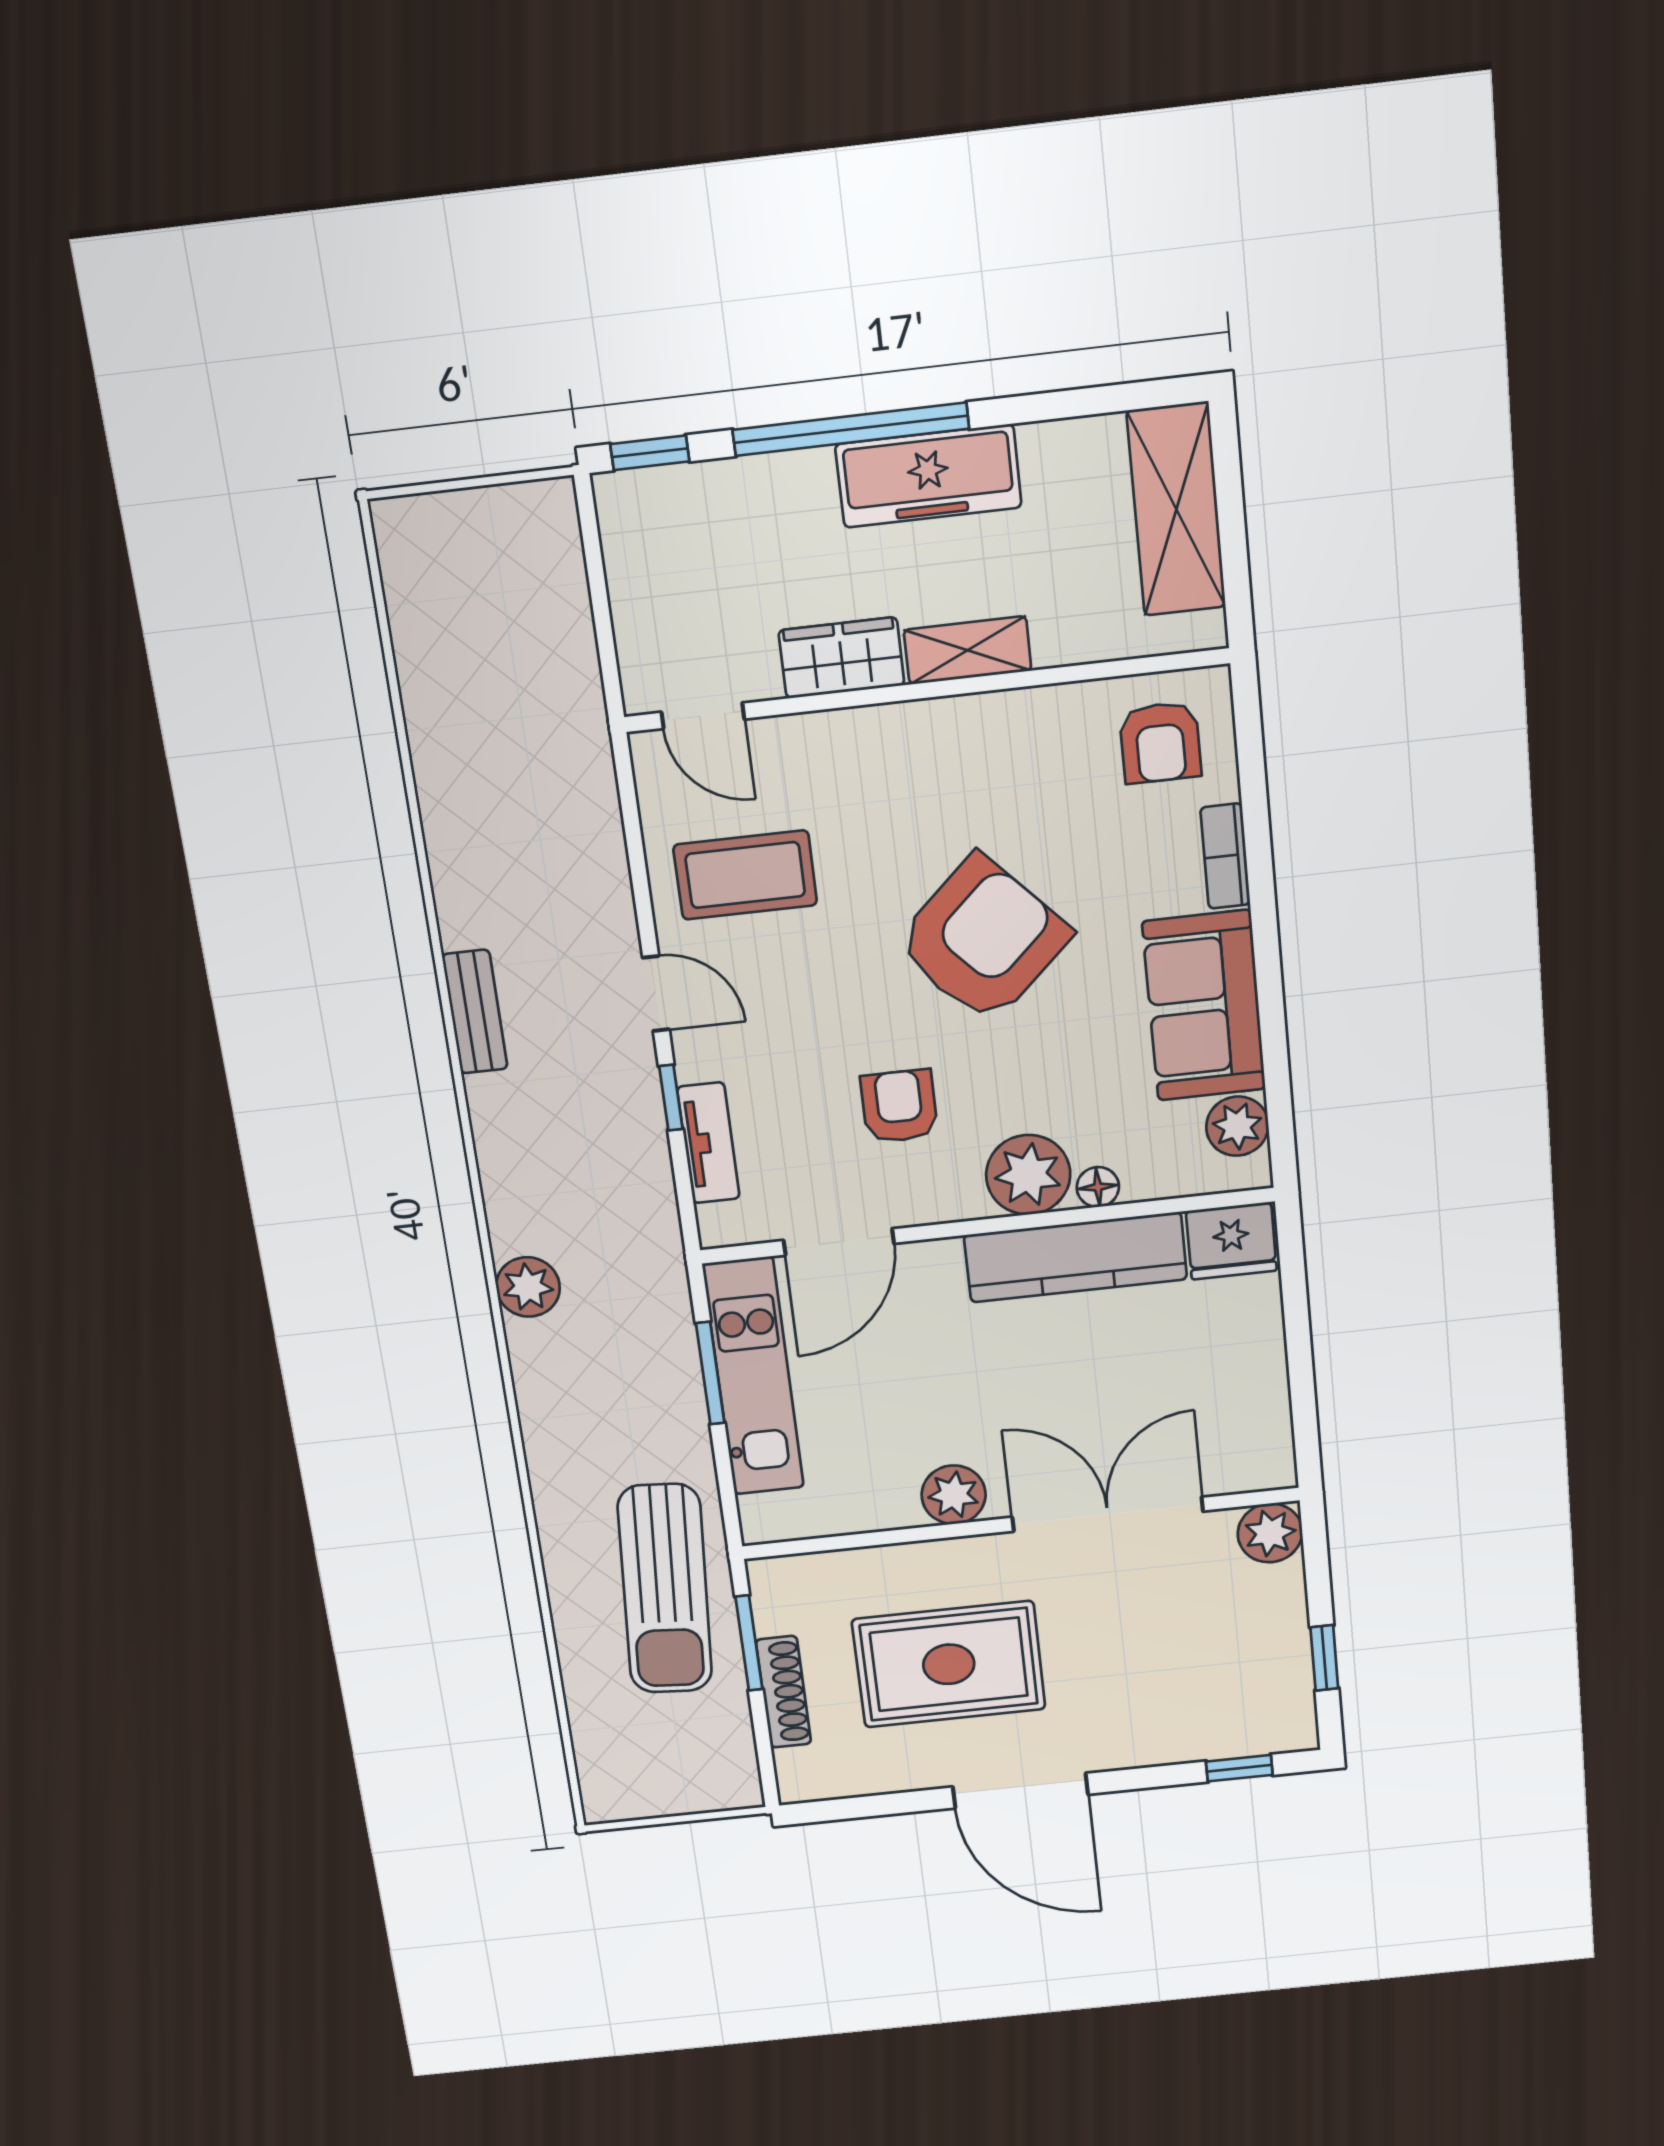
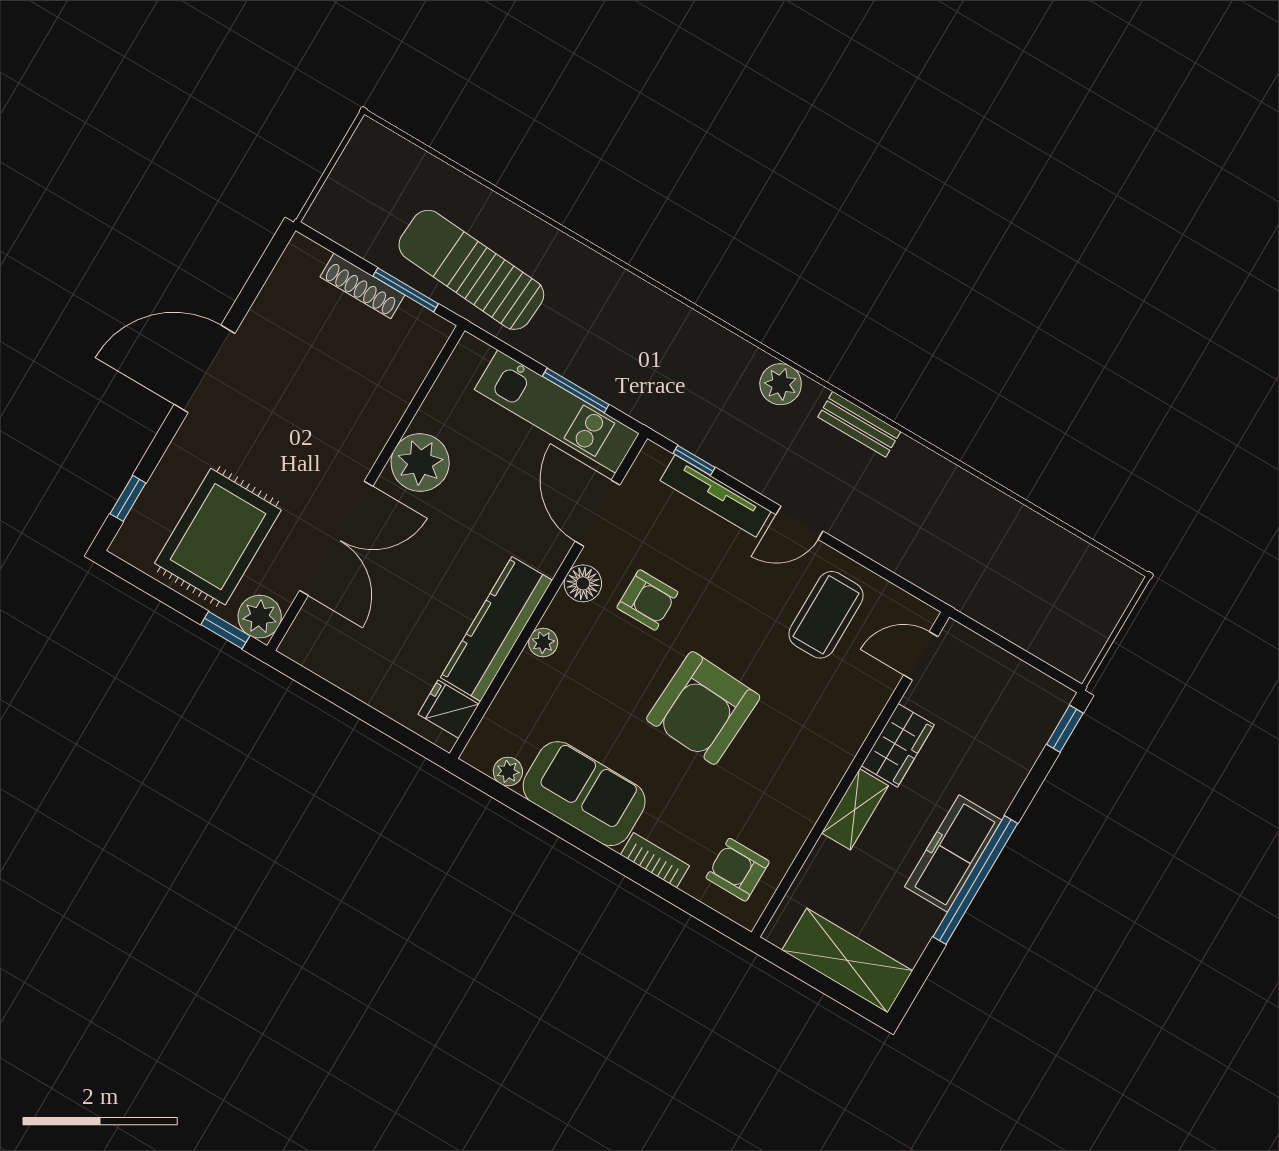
window: (851, 429) -> (975, 880), moved
armchair: (983, 939) -> (703, 708), turned 46
window: (671, 1098) -> (694, 460), moved
plant: (1237, 1126) -> (508, 772), width x0.73, depth x0.73
tv unit: (708, 1143) -> (715, 496), width x1.41
plant: (1028, 1175) -> (543, 642), width x0.53, depth x0.53
floor lamp: (1098, 1187) -> (583, 583), moved, width x1.37, depth x1.37
fridge: (1231, 1241) -> (448, 709), width x0.72
plant: (528, 1287) -> (781, 384), moved
plant: (954, 1495) -> (420, 463), width x1.36, depth x1.36
window: (1324, 1658) -> (225, 630), moved
rug: (949, 1664) -> (218, 537), moved

